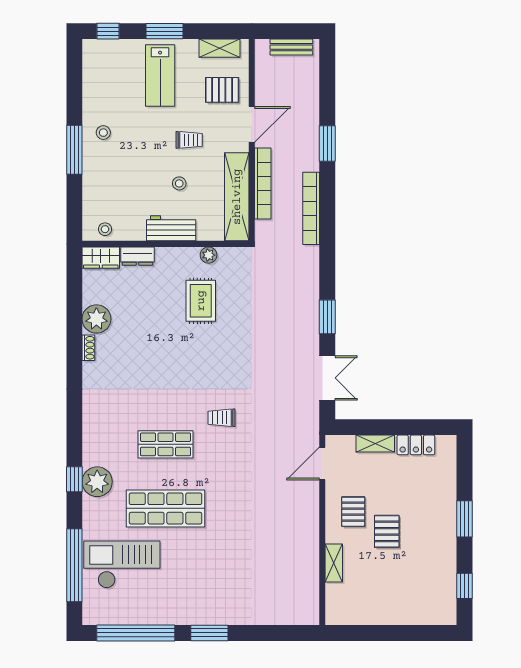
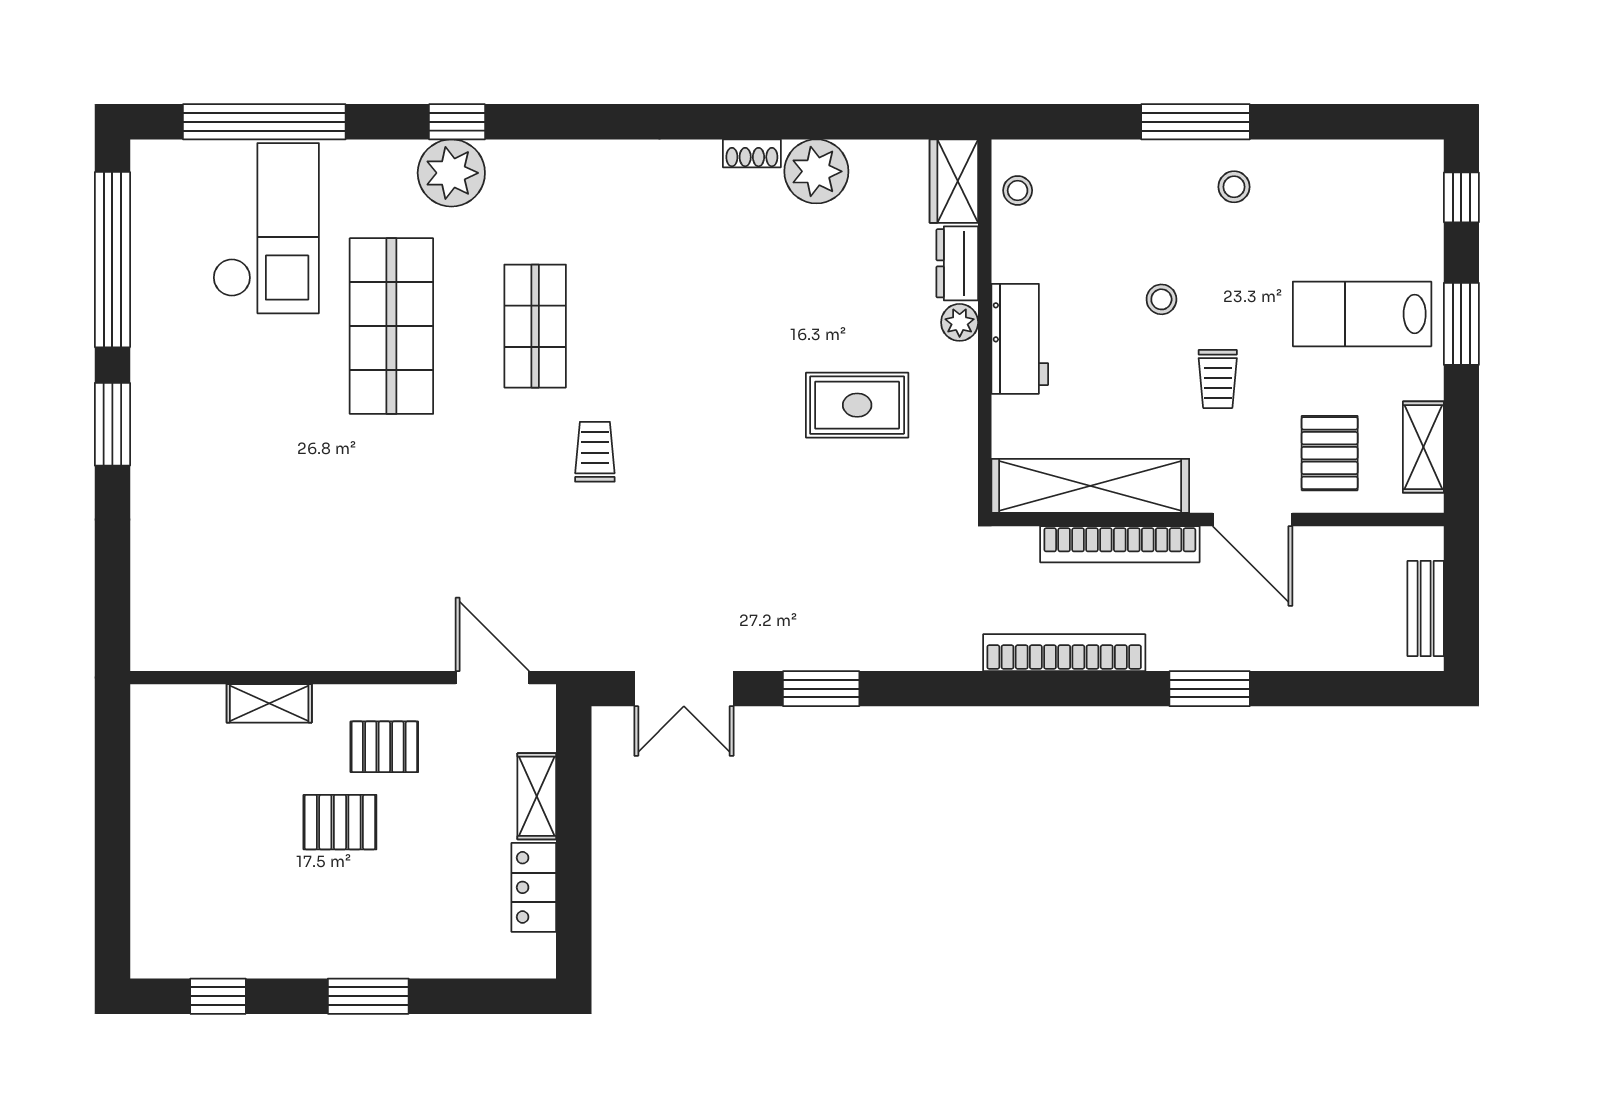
stool: (179, 183) -> (1161, 299), moved
plant: (209, 255) -> (960, 322), moved

